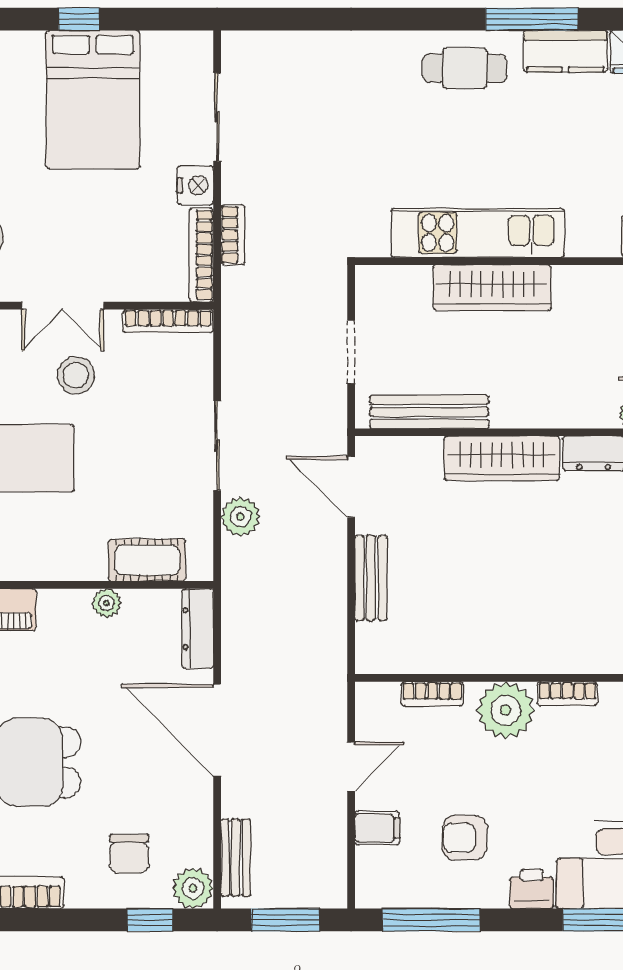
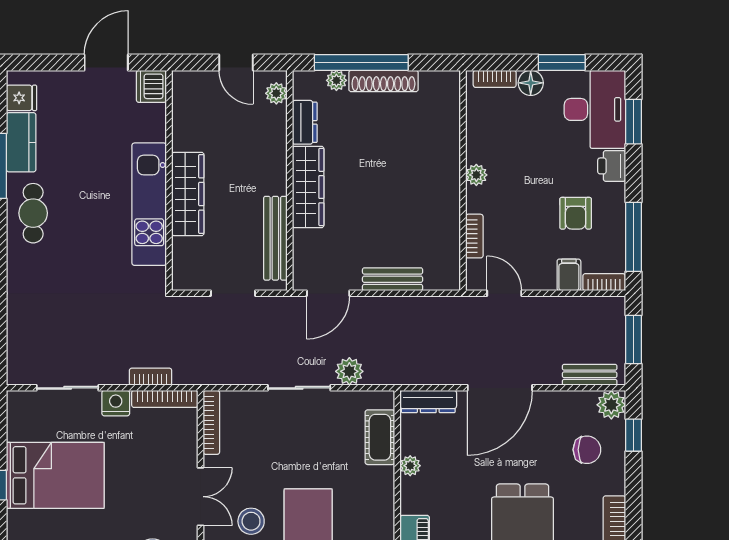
stool: (76, 375) -> (251, 521), moved
bookcase: (567, 694) -> (604, 282), moved, turned -90
plant: (506, 710) -> (476, 175), width x0.53, depth x0.53
door: (351, 767) -> (504, 293), moved

